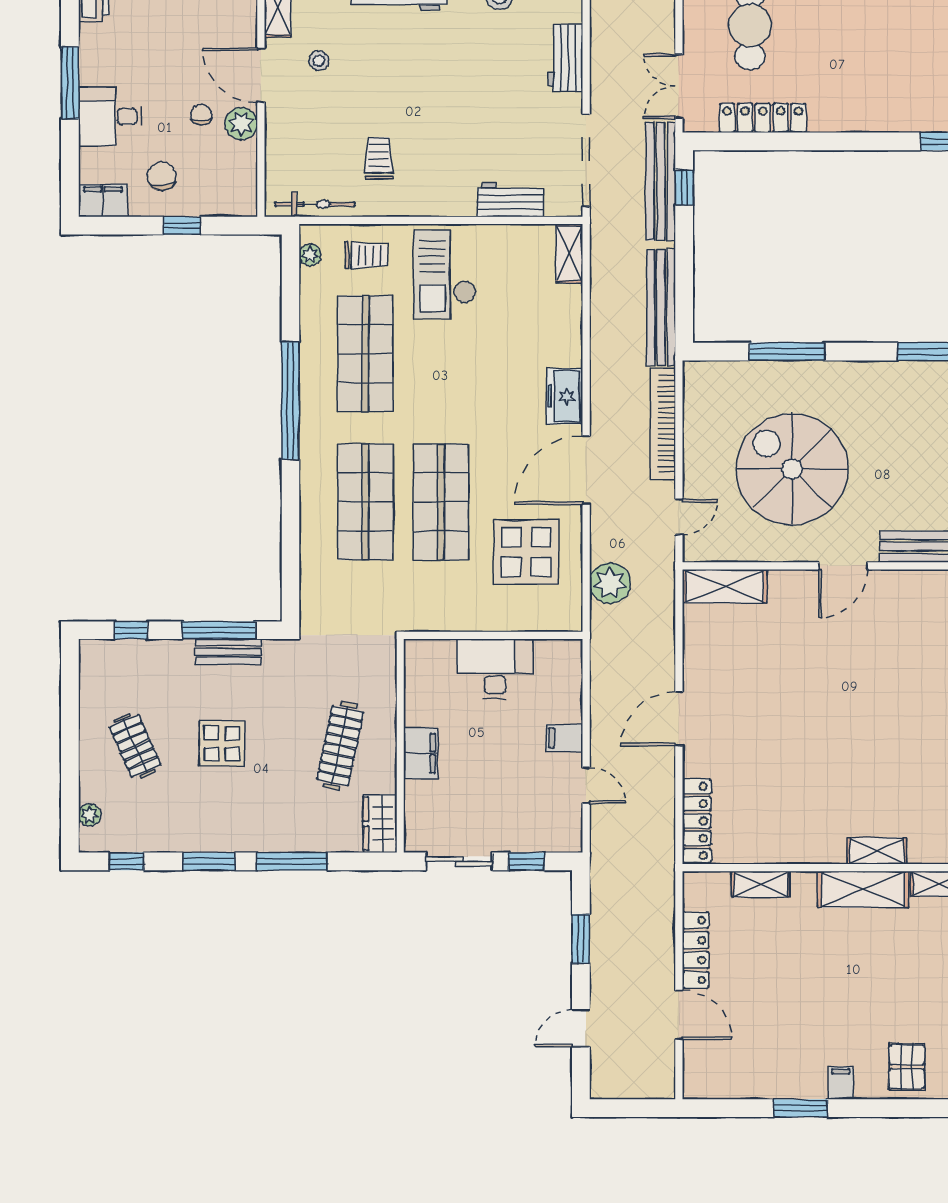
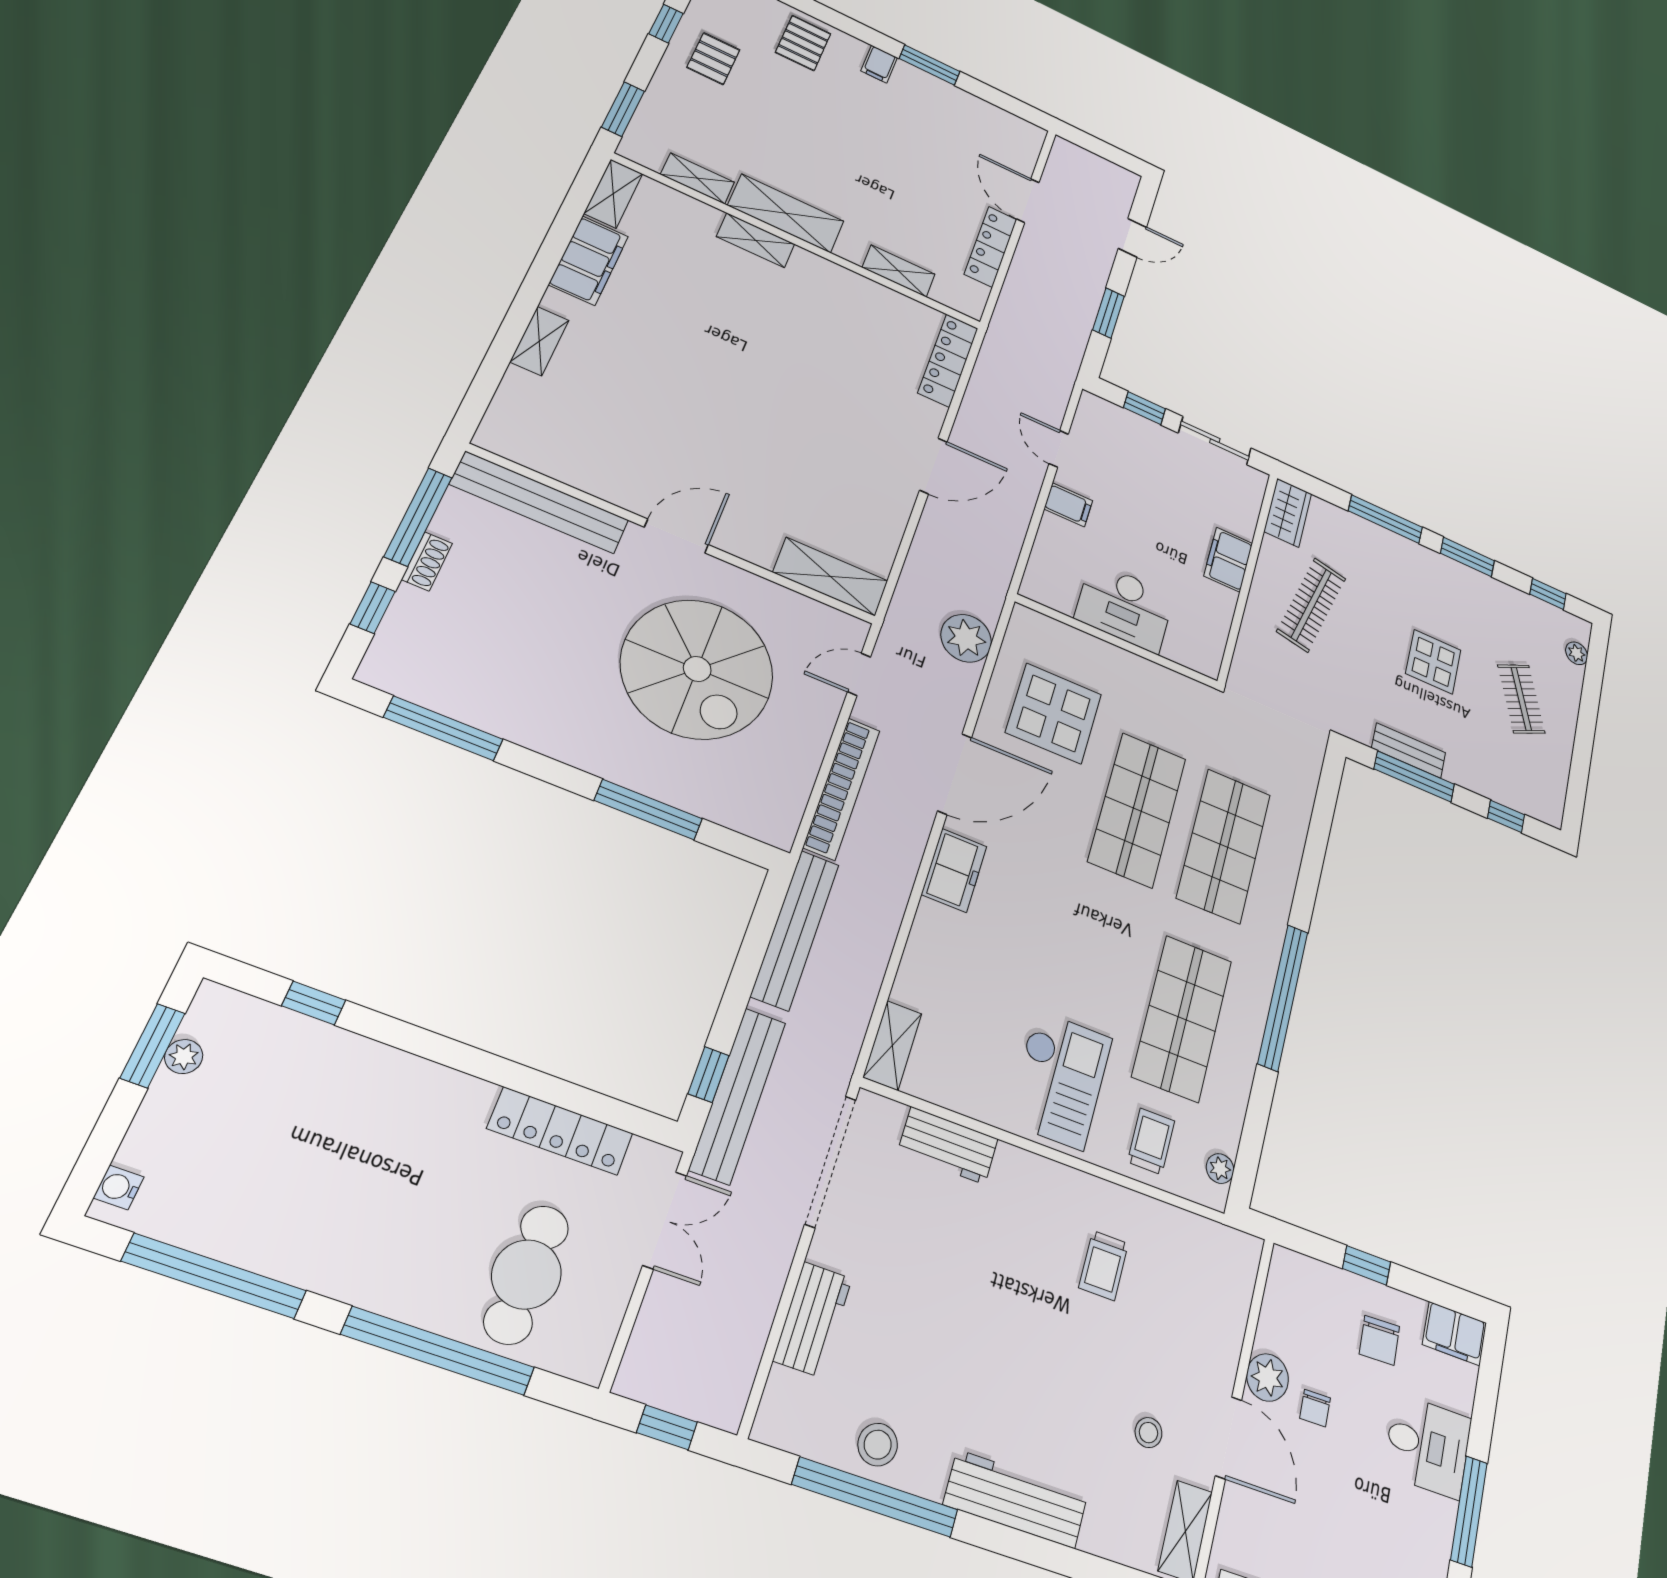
bicycle: (315, 204) -> (1199, 1233), removed
trolley: (366, 255) -> (1151, 1141), turned 90

